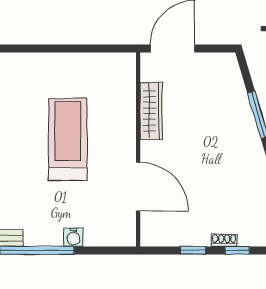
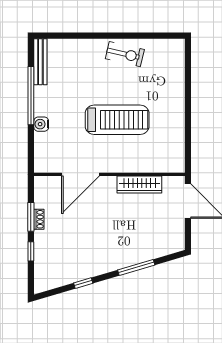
shoe rack: (224, 240) -> (39, 219), moved
window: (193, 250) -> (31, 217), width x1.50

